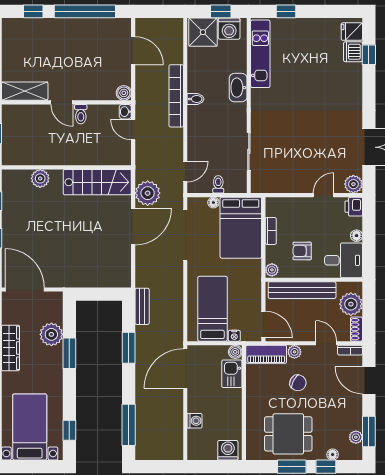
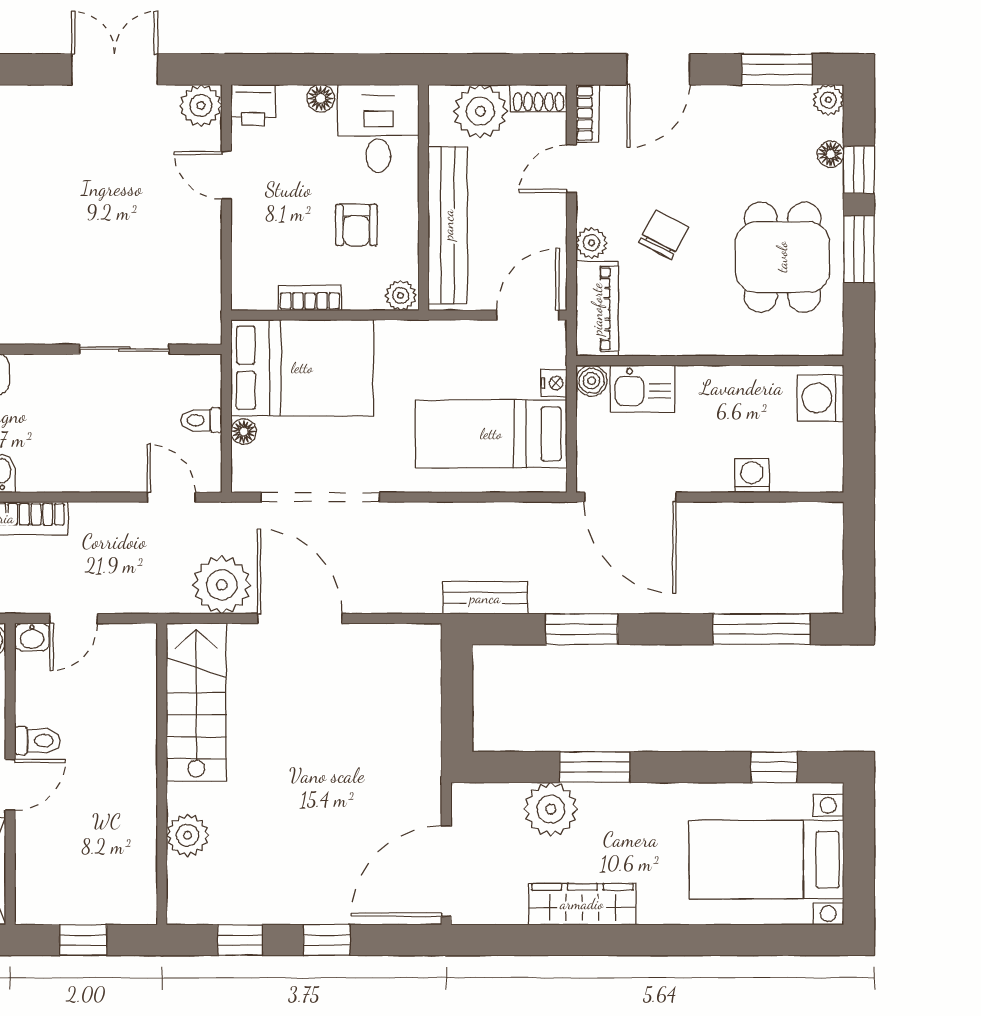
plant: (356, 437) -> (828, 100), moved

